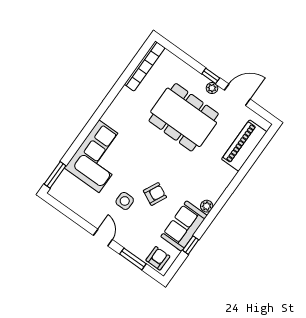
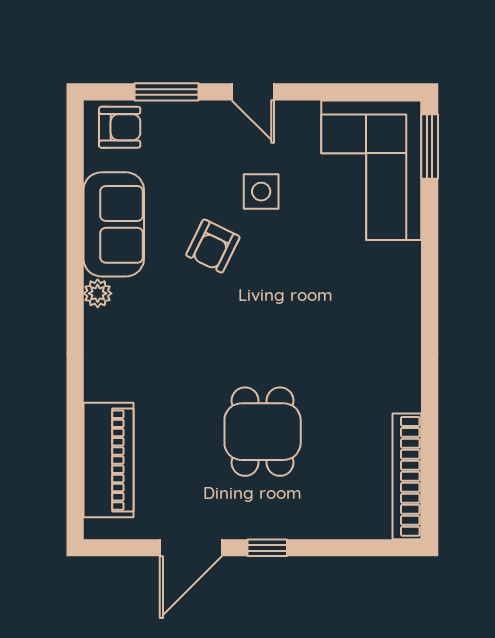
plant: (212, 88) -> (248, 526), removed
dining table: (184, 117) -> (263, 432), width x0.53, depth x0.80
corner sofa: (99, 156) -> (371, 170), moved
window: (191, 245) -> (75, 197), removed
armchair: (158, 258) -> (120, 127), turned -90

